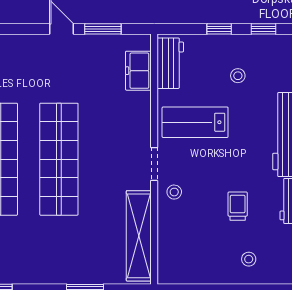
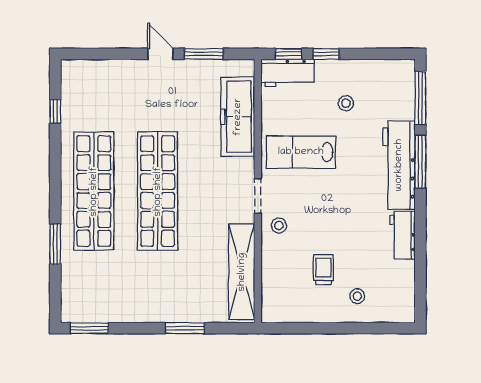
window: (264, 29) -> (288, 54), moved
workbench: (170, 63) -> (288, 73), moved, turned 90
freezer: (138, 71) -> (238, 117), width x1.91, depth x1.26
trolley: (238, 206) -> (323, 270), moved

